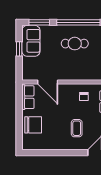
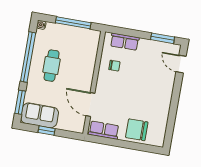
door: (48, 82) -> (90, 105), swing flipped
chair: (33, 125) -> (137, 130), turned -90
coffee table: (77, 128) -> (149, 80), removed

